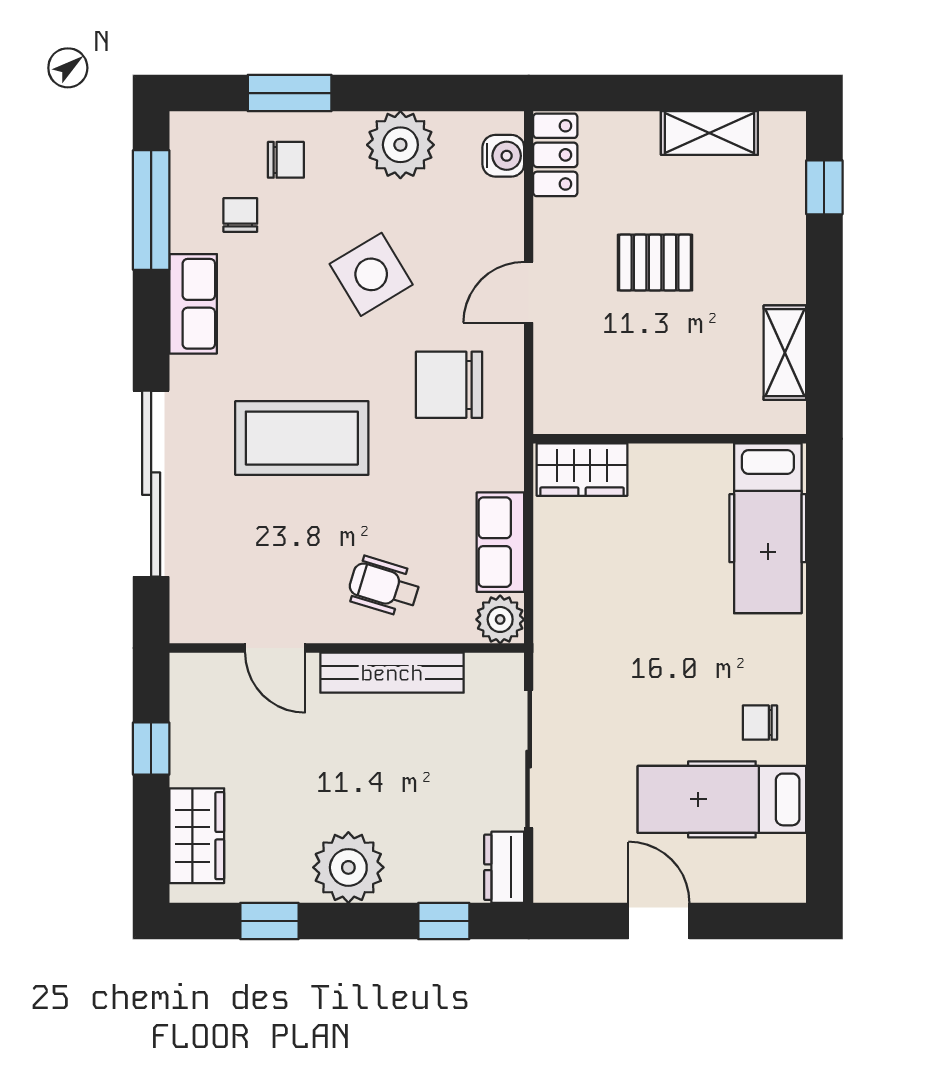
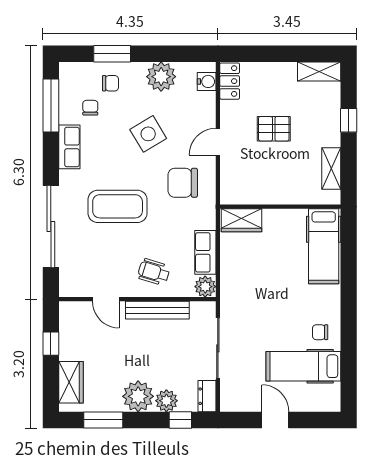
shelving: (709, 133) -> (319, 71), moved
window: (824, 187) -> (349, 120), moved
plant: (413, 878) -> (166, 401), added
window: (269, 921) -> (103, 420), width x1.50

